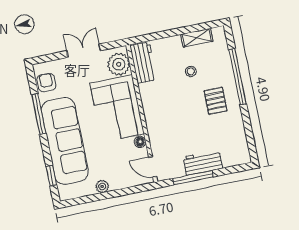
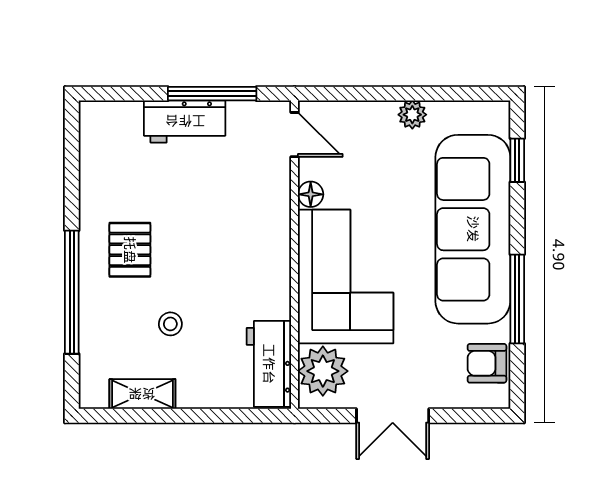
armchair: (46, 83) -> (487, 363), turned 90

